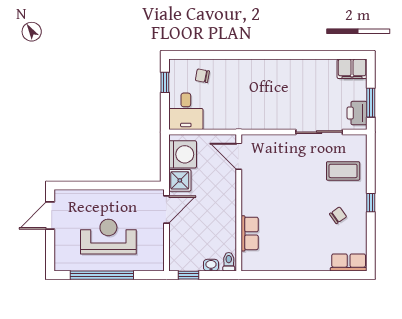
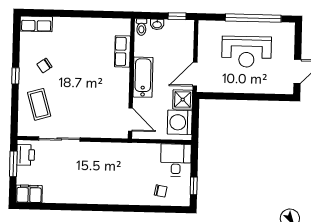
coffee table: (343, 171) -> (39, 104), turned 74
bathtub: (226, 205) -> (143, 77), added

